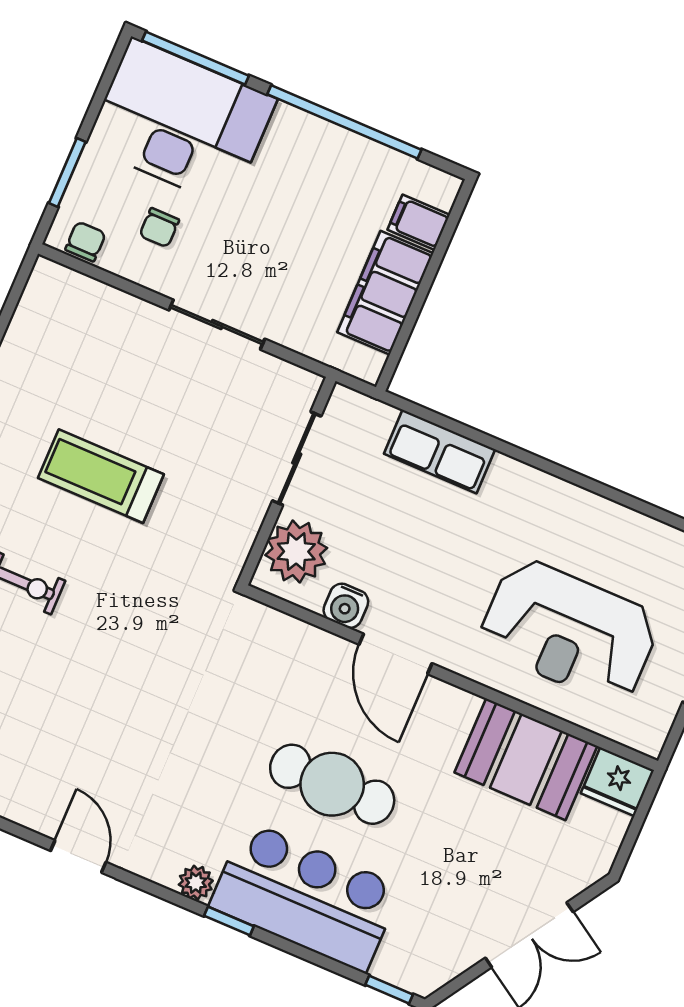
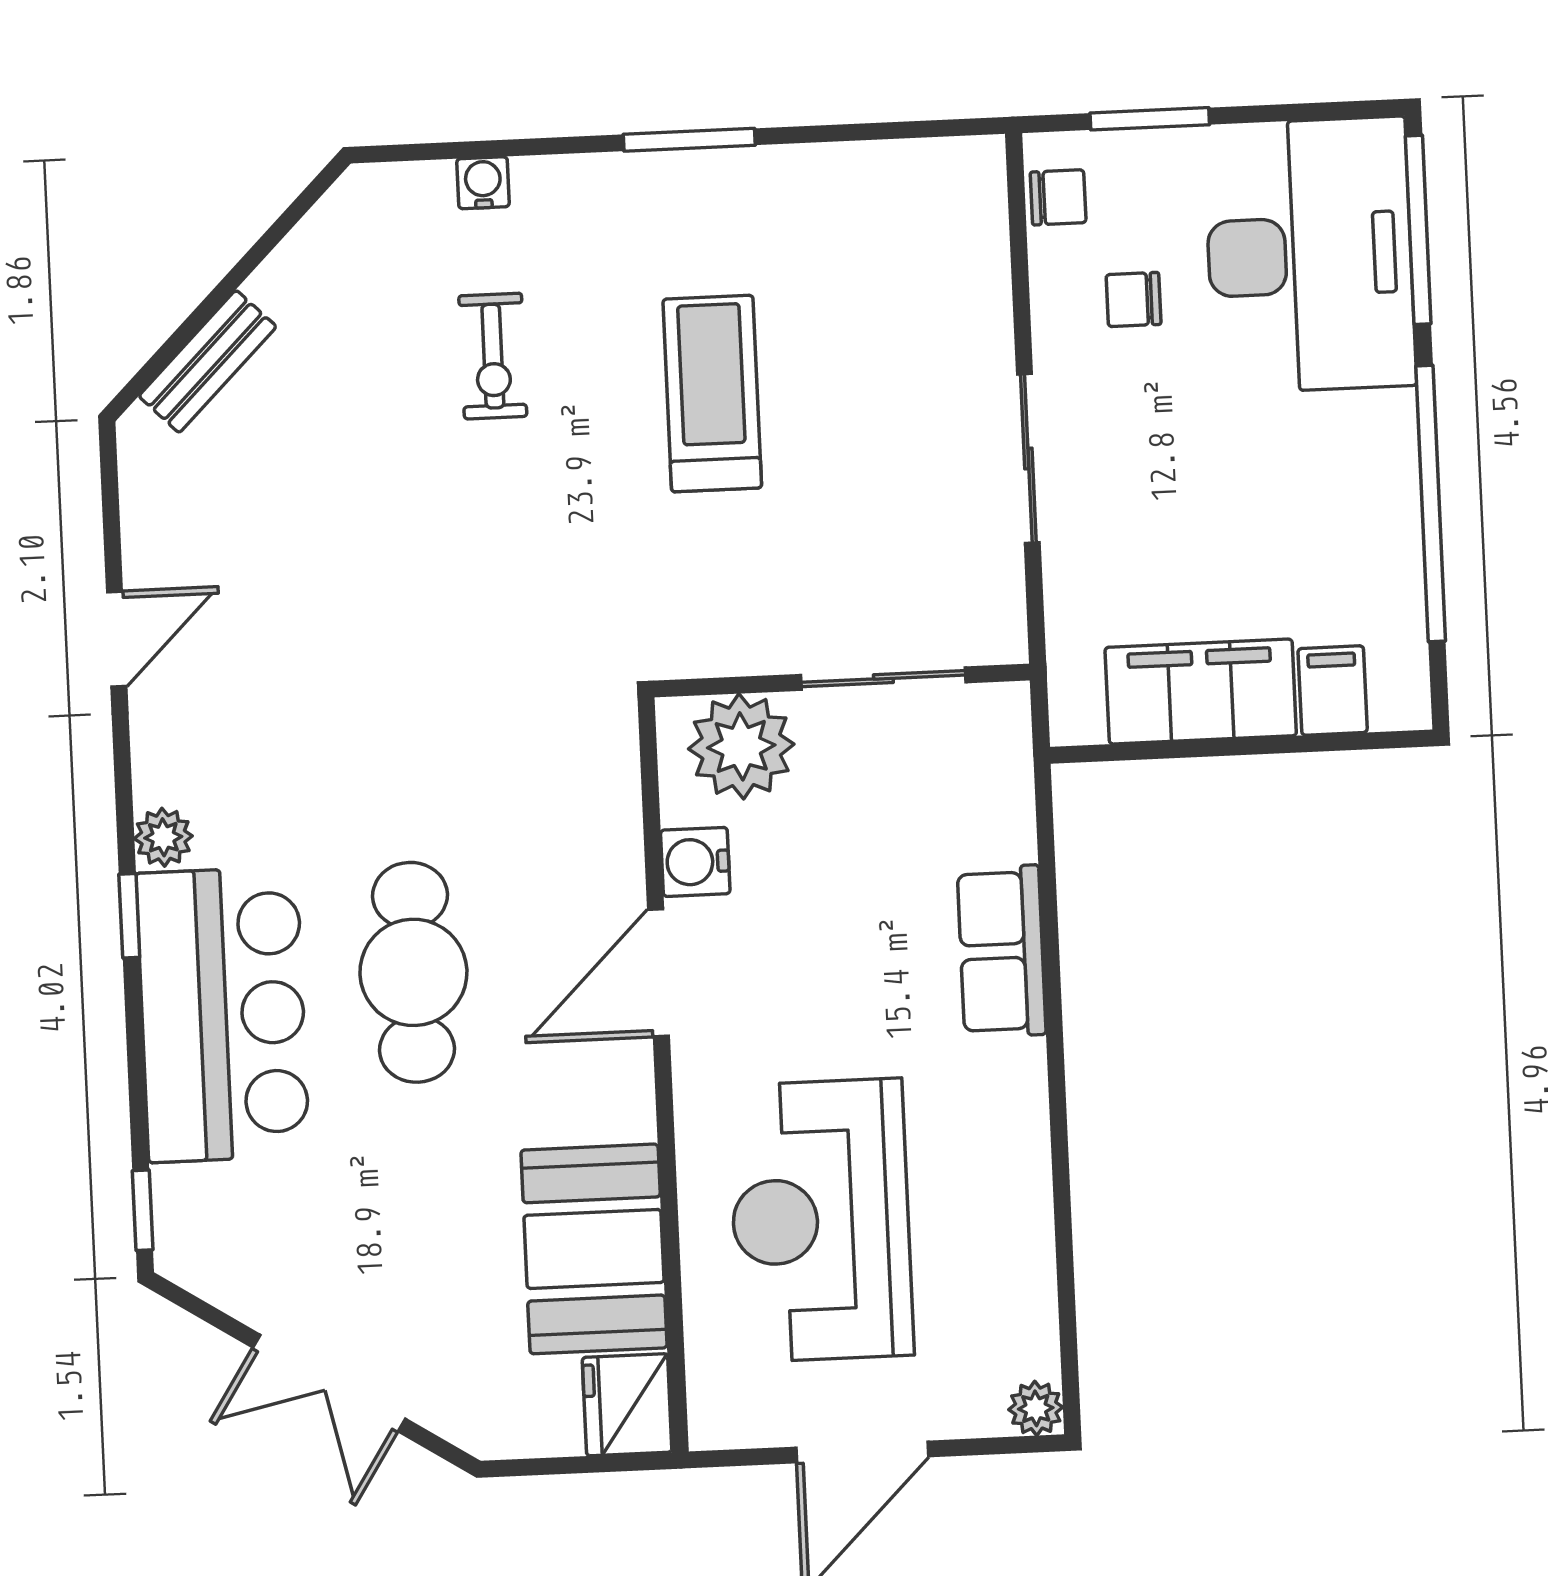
row of seats: (439, 452) -> (1002, 951), moved

